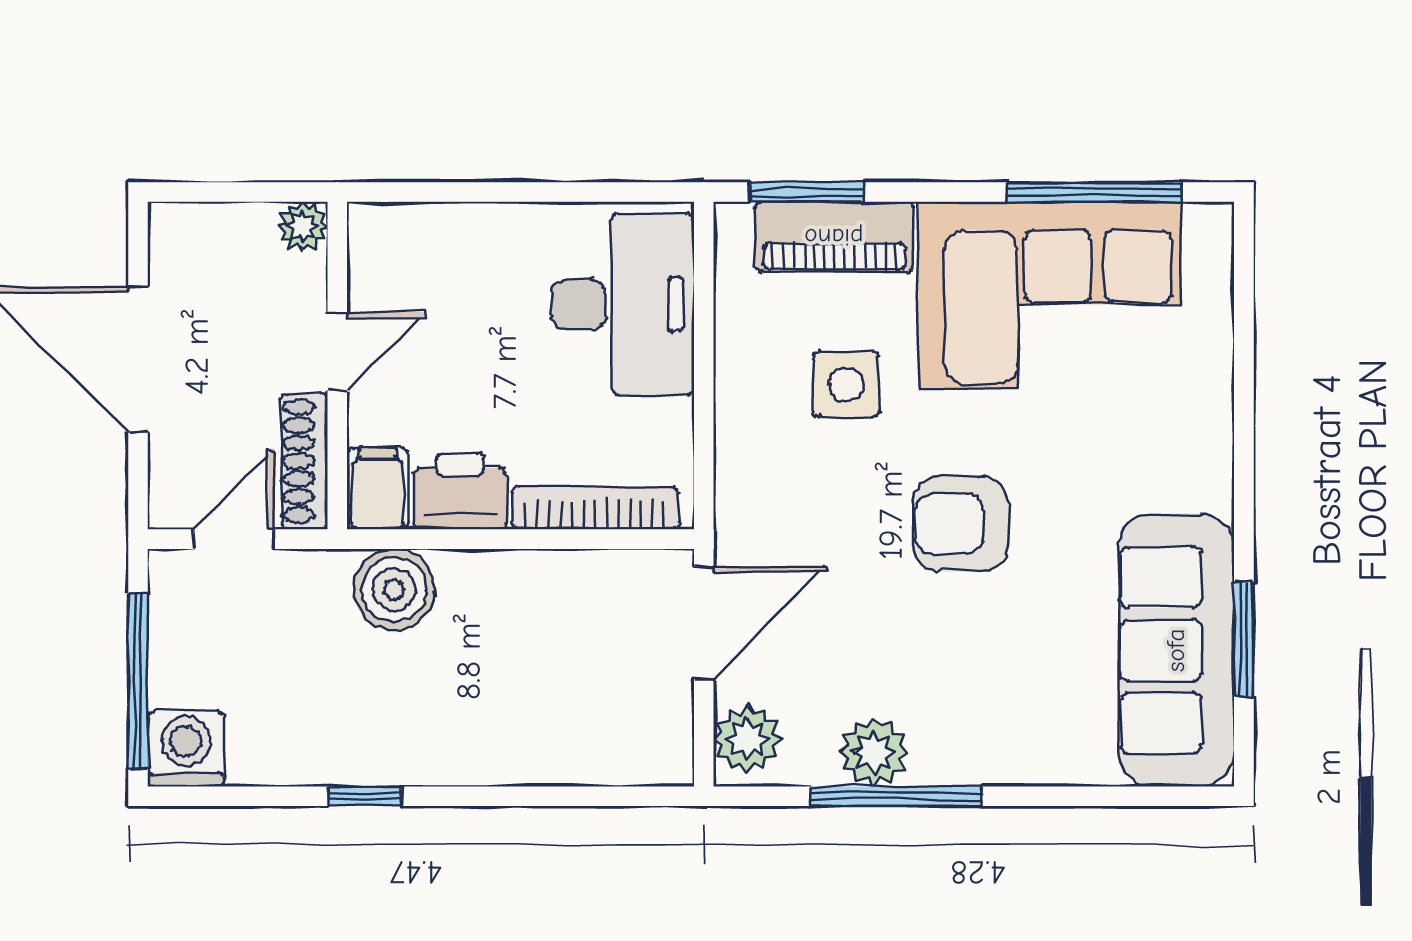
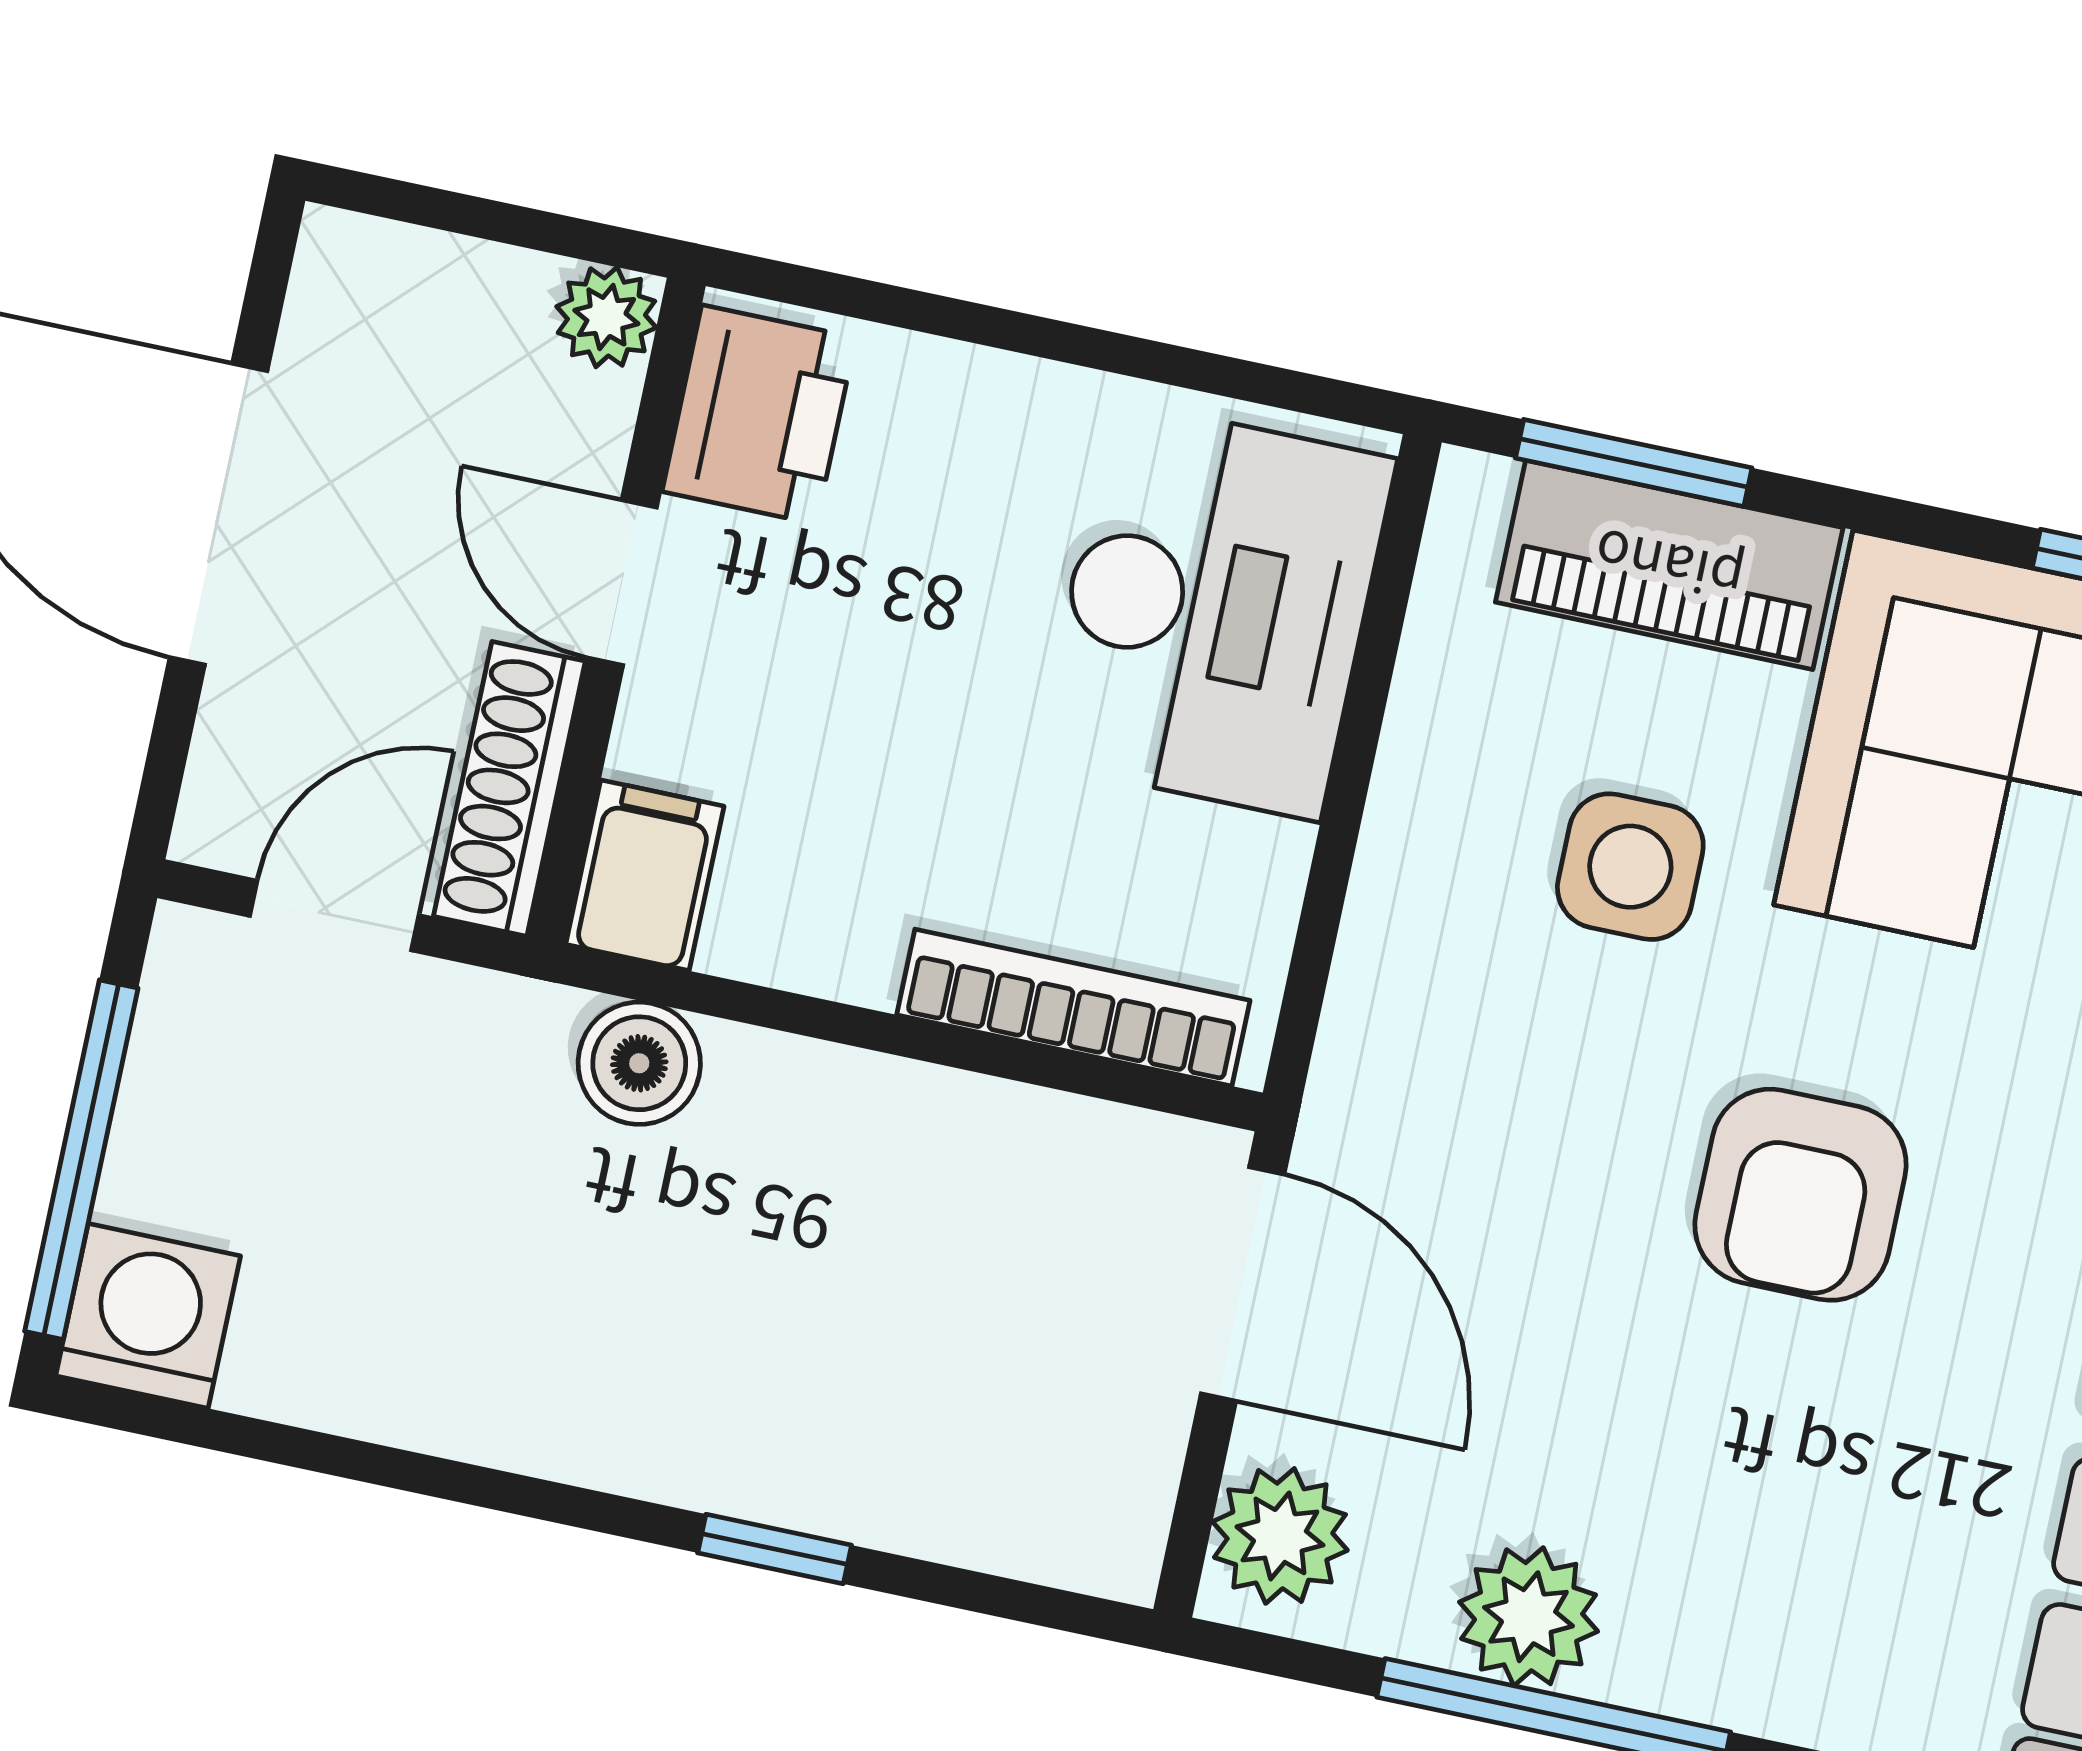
door: (337, 351) -> (622, 583), swing flipped
printer: (460, 491) -> (759, 415), moved, turned 90
armchair: (961, 524) -> (1801, 1195), turned -90
boiler: (394, 589) -> (639, 1063), width x0.73, depth x0.73
door: (704, 623) -> (1243, 1284), hinge flipped
window: (365, 796) -> (775, 1549), moved

